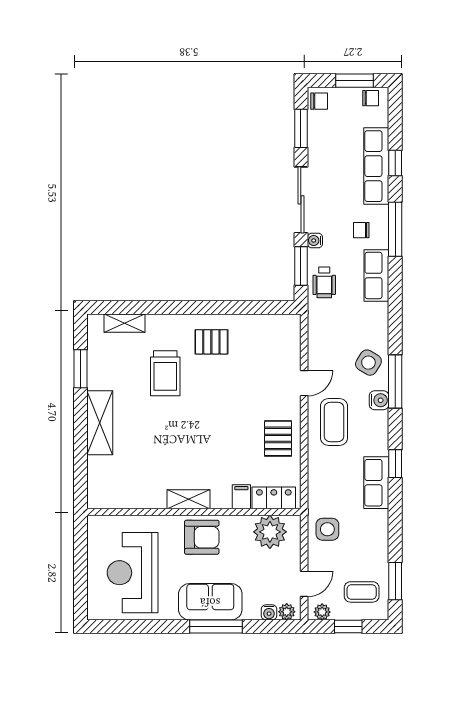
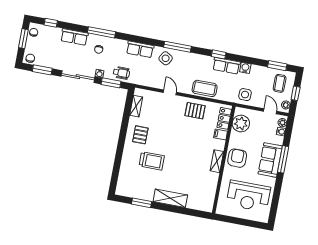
window: (395, 163) -> (51, 23), moved
row of seats: (376, 166) -> (74, 37), width x0.68
row of seats: (376, 275) -> (140, 49), moved
shelving: (124, 323) -> (136, 106), moved
water cooler: (379, 400) -> (245, 68), moved
coffee table: (334, 422) -> (205, 88), moved

